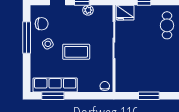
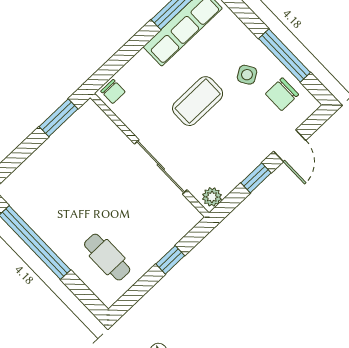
plant: (88, 10) -> (212, 197), moved
fridge: (125, 13) -> (181, 220), removed
window: (149, 96) -> (58, 118), moved

